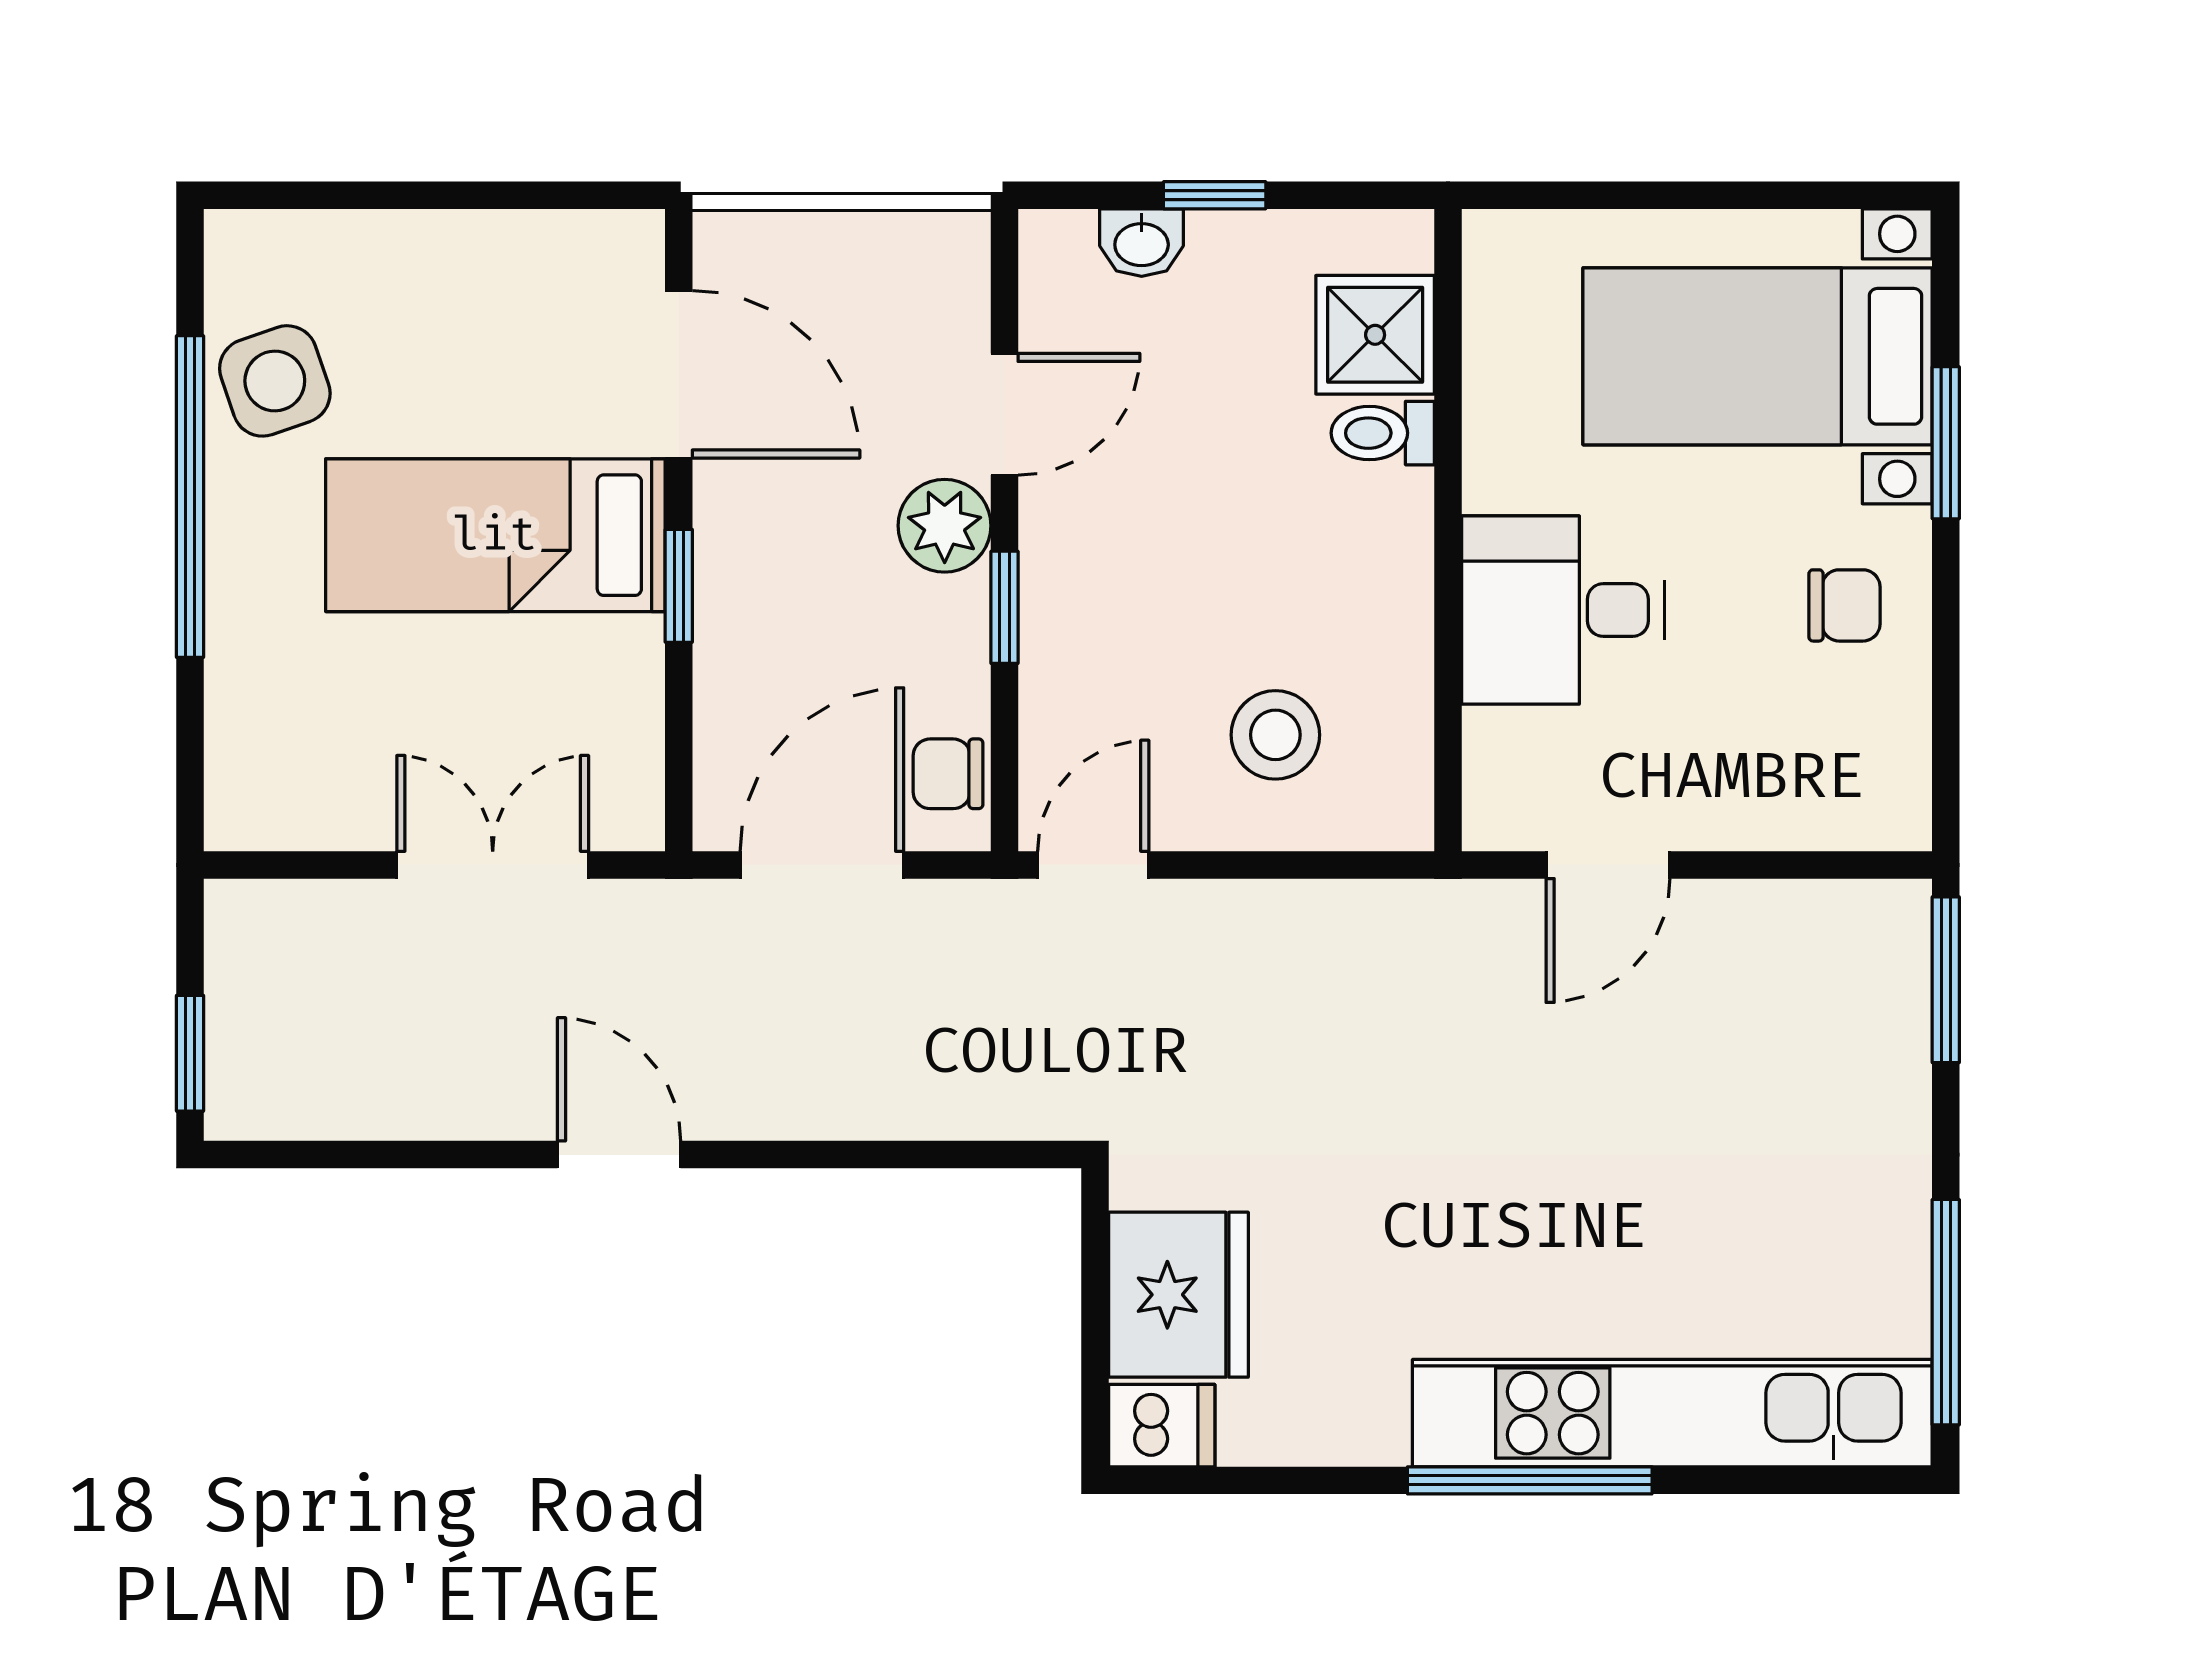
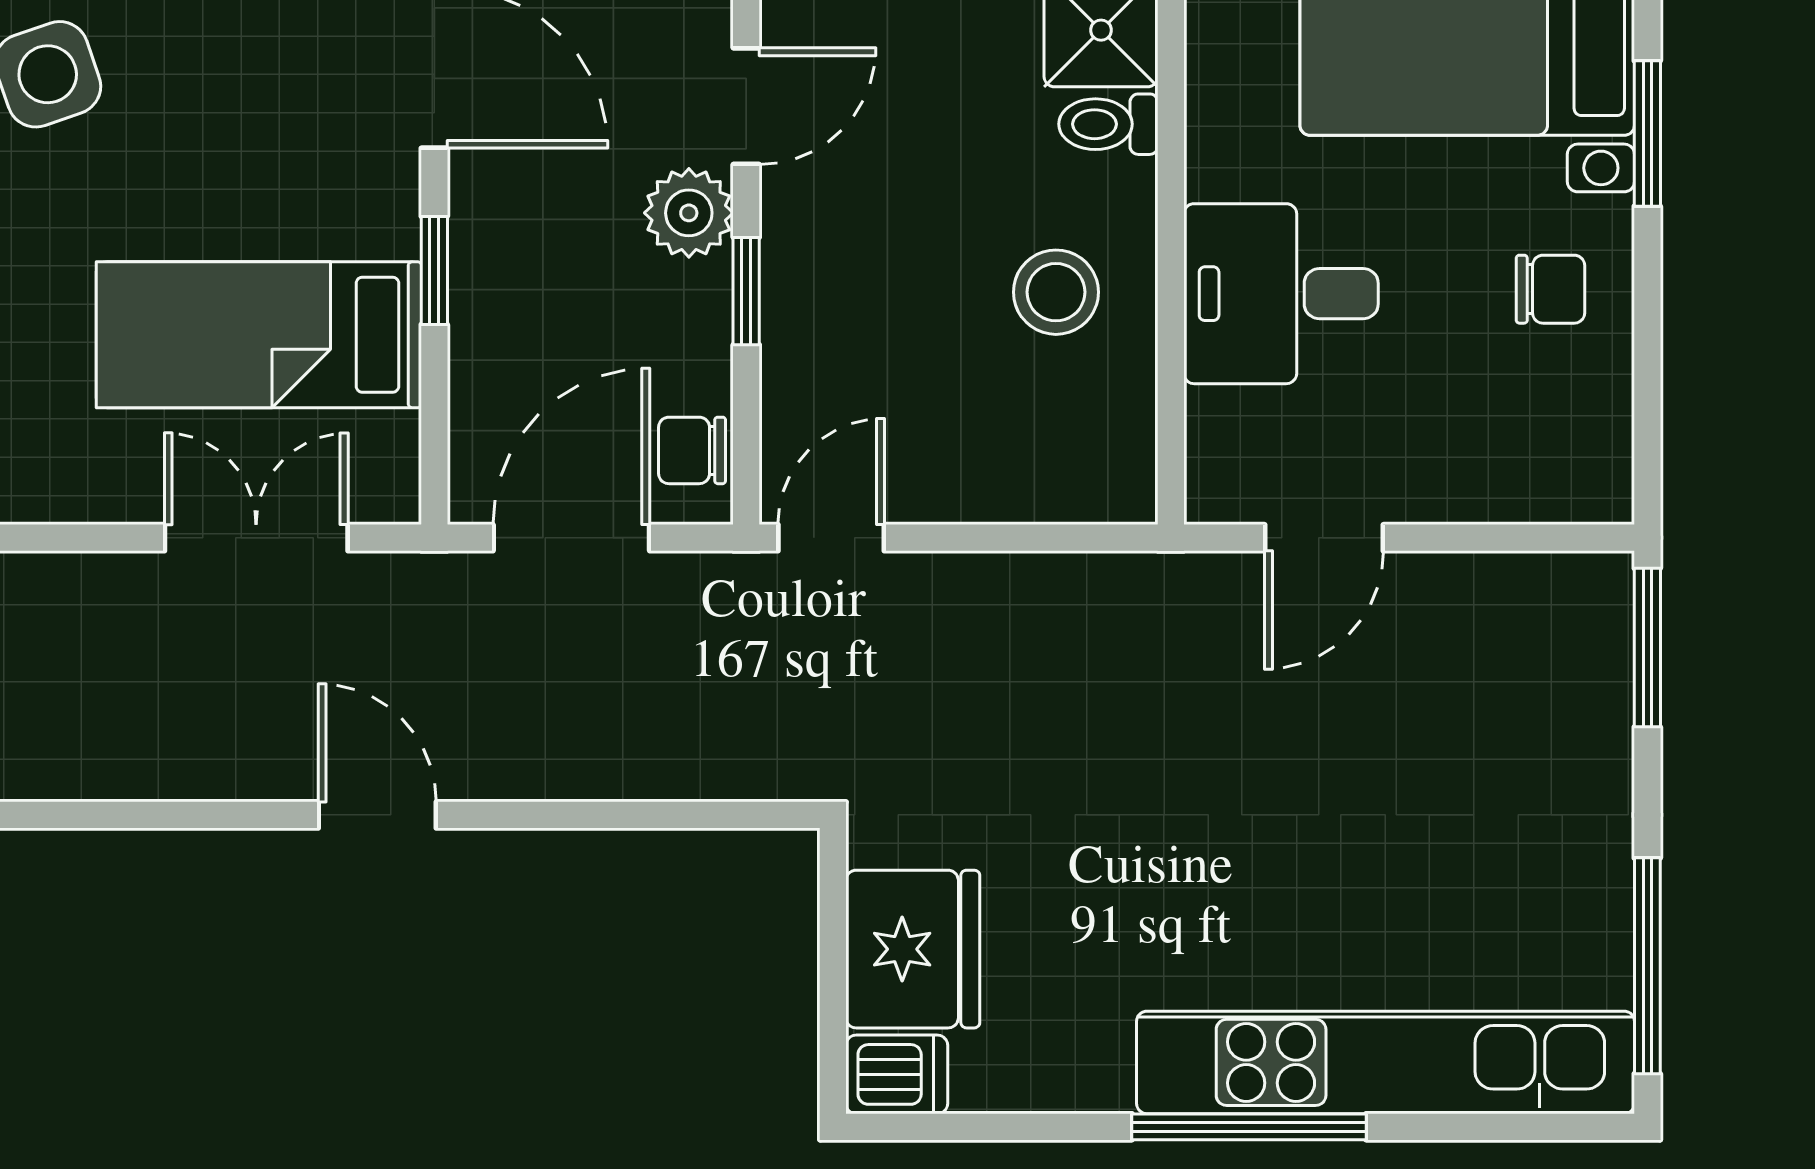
bed: (495, 535) -> (259, 335), moved
stool: (1275, 735) -> (1056, 292), moved

